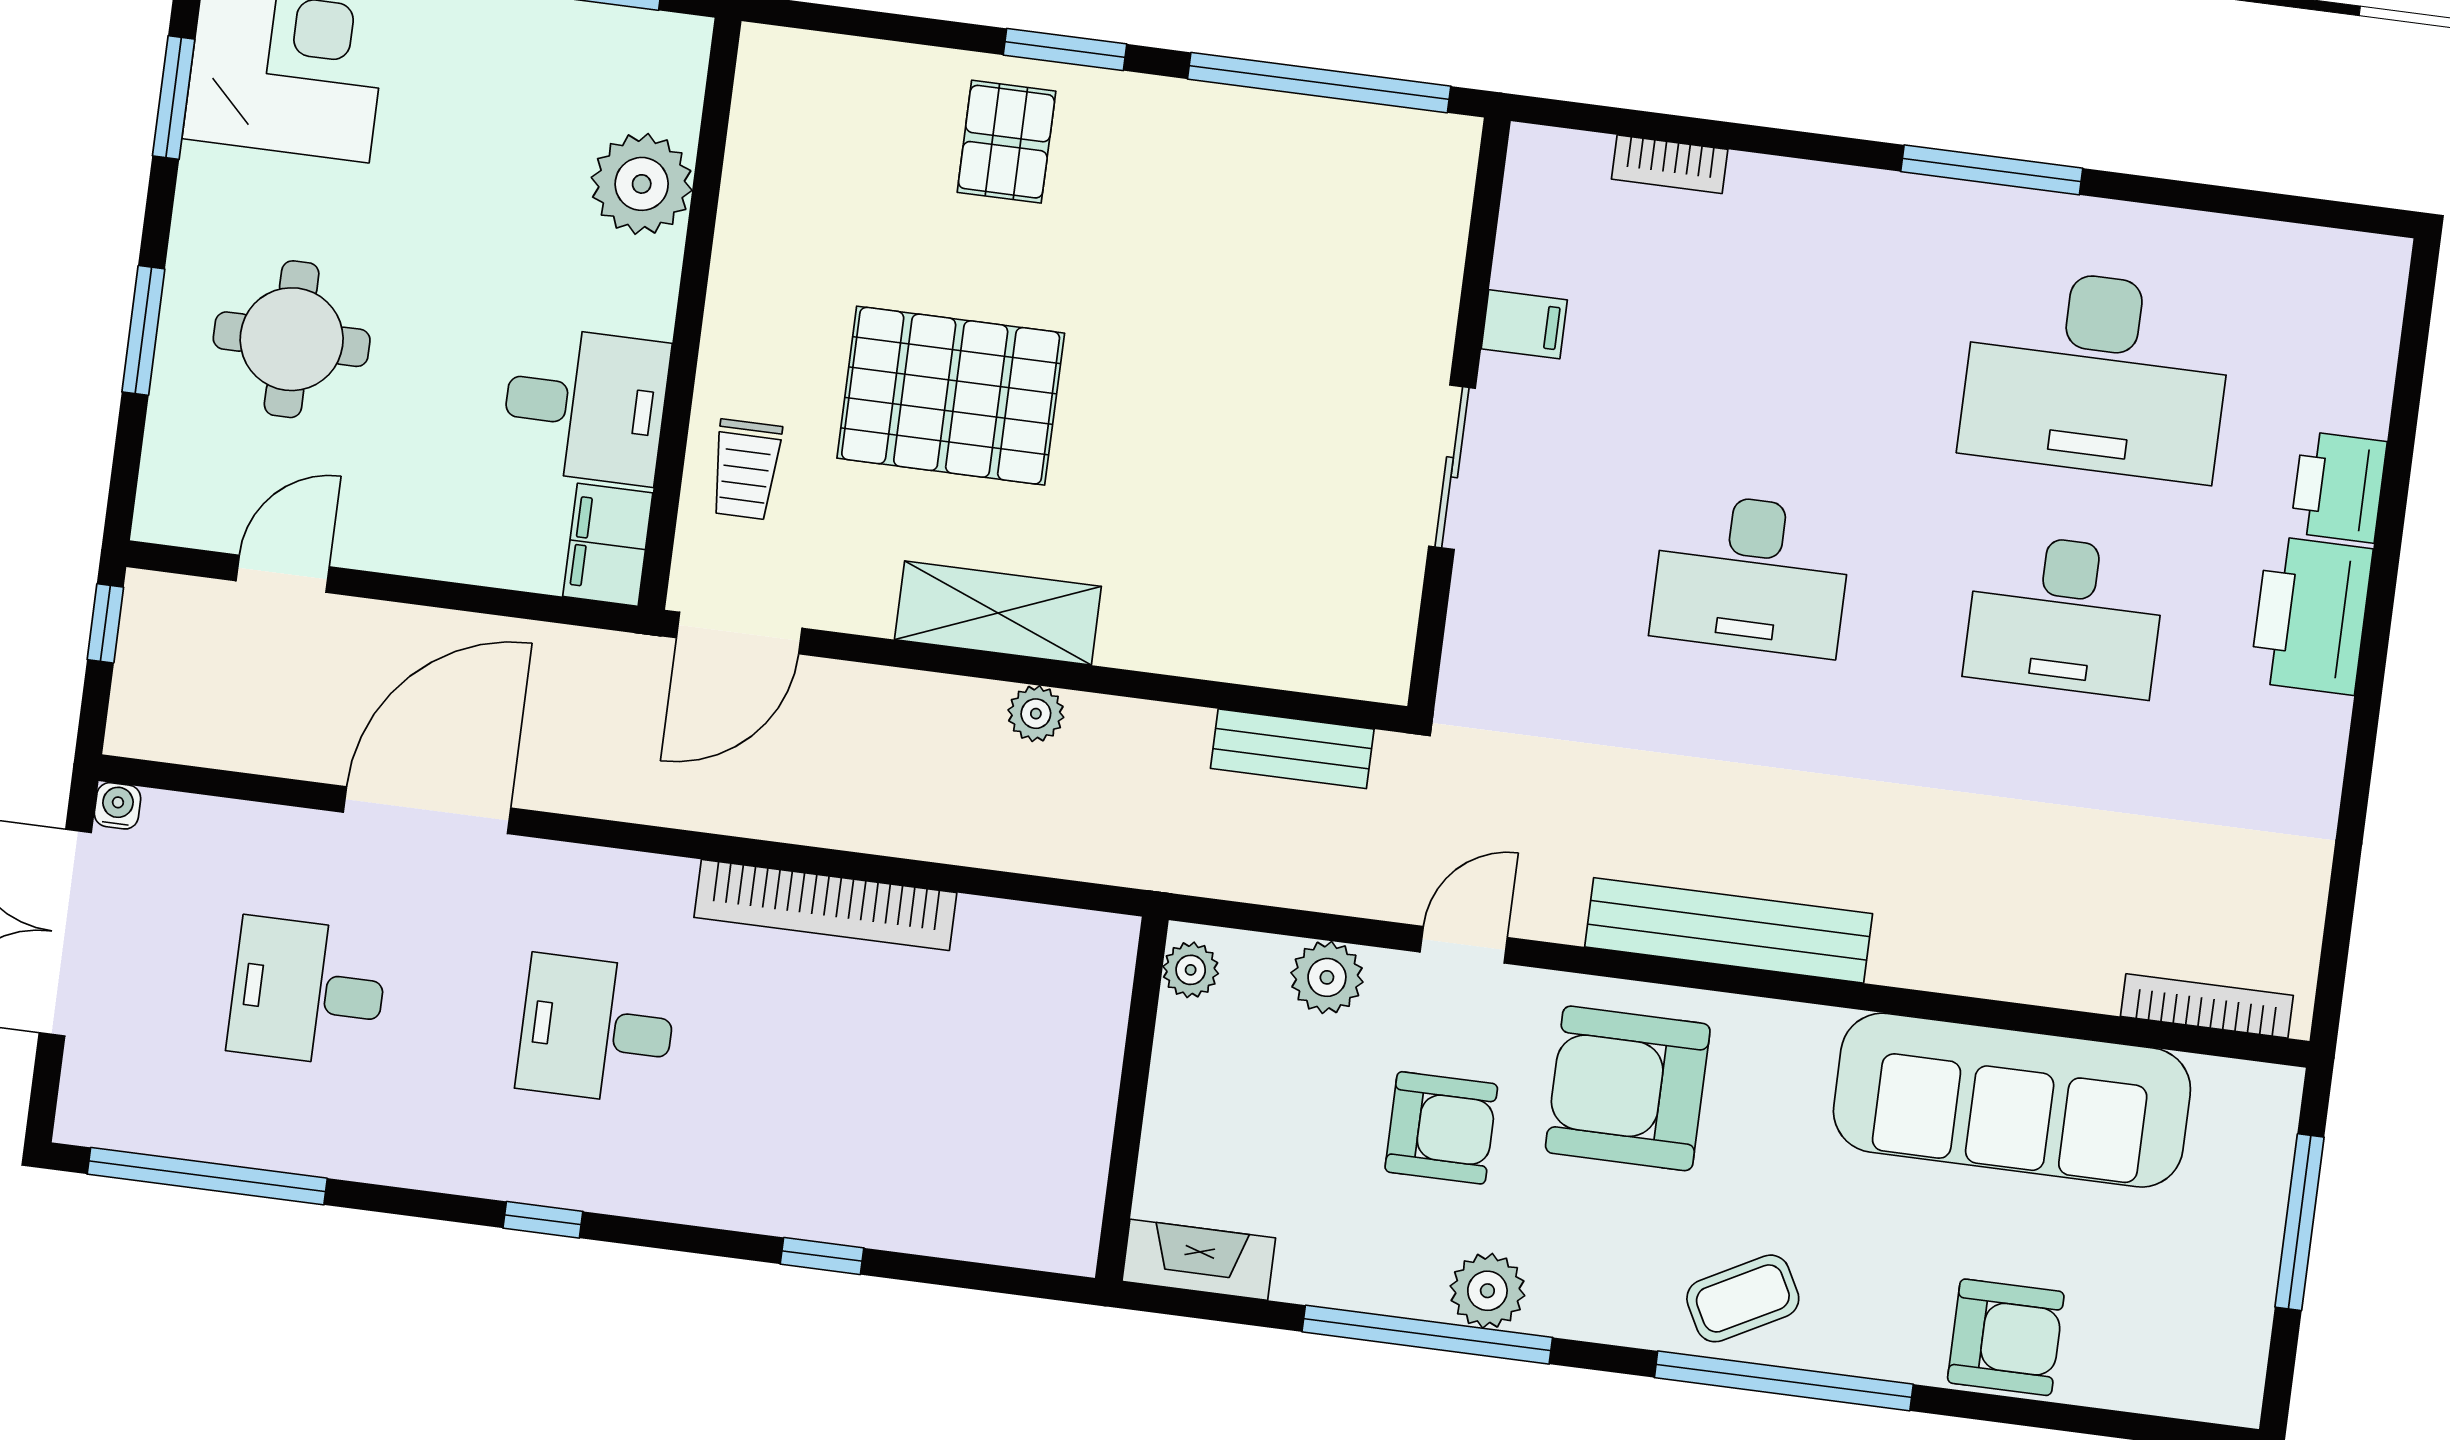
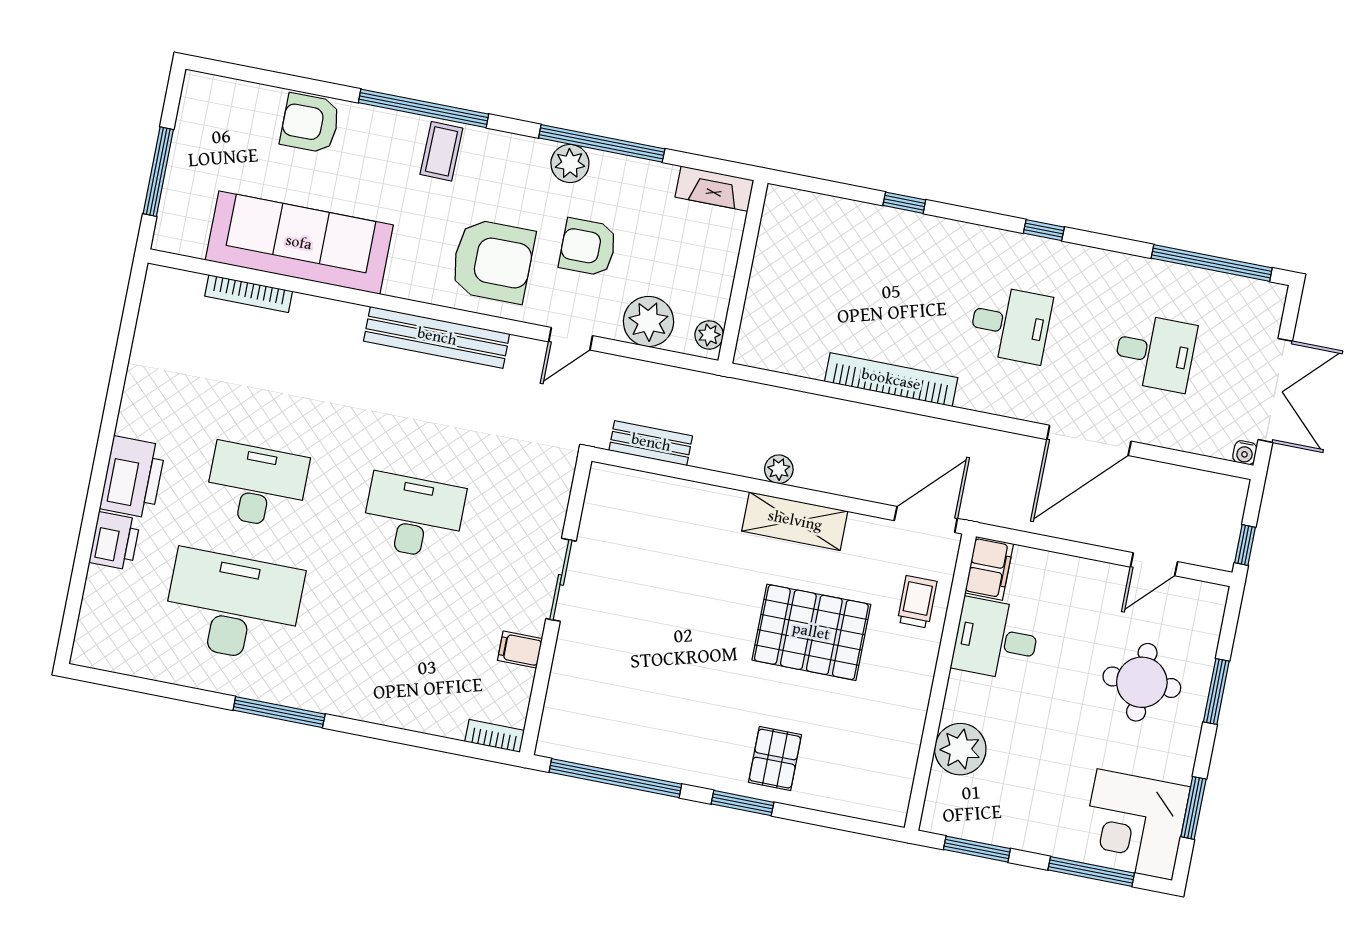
bookcase: (1670, 164) -> (495, 736), moved
plant: (1327, 977) -> (649, 321), width x1.36, depth x1.36
bookcase: (2207, 1006) -> (249, 294), moved
coffee table: (1743, 1298) -> (441, 151), turned -61

